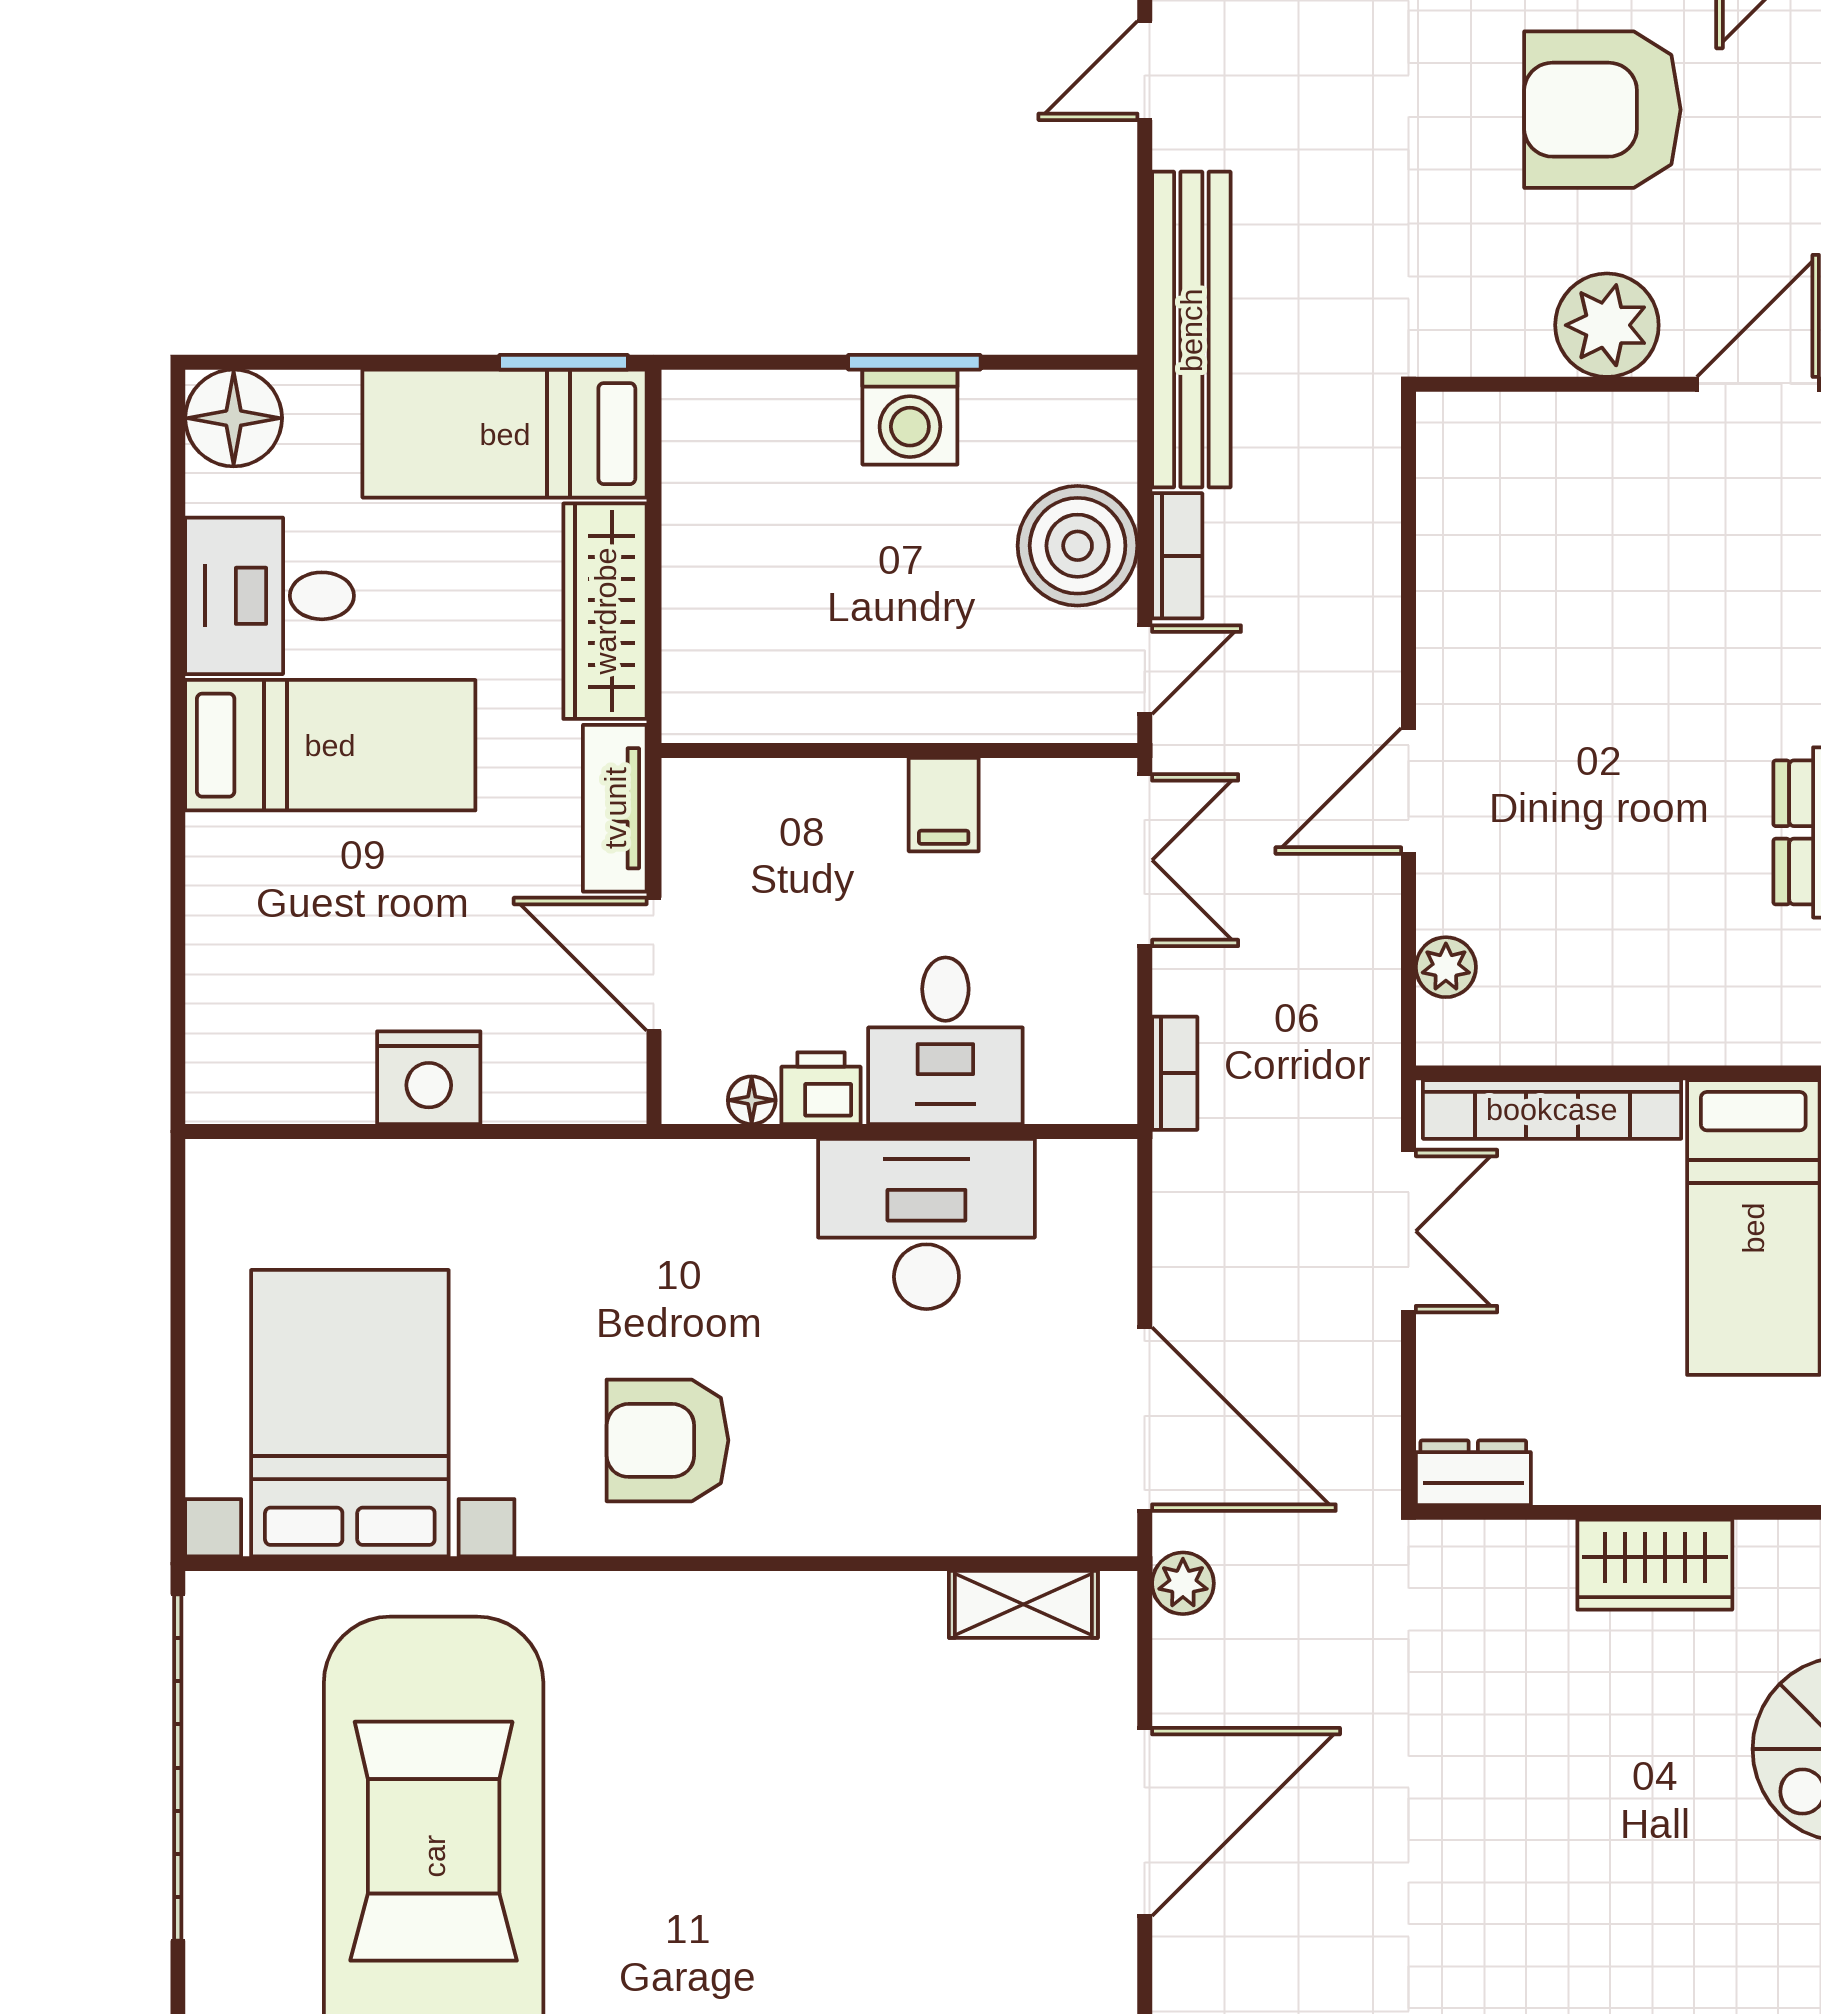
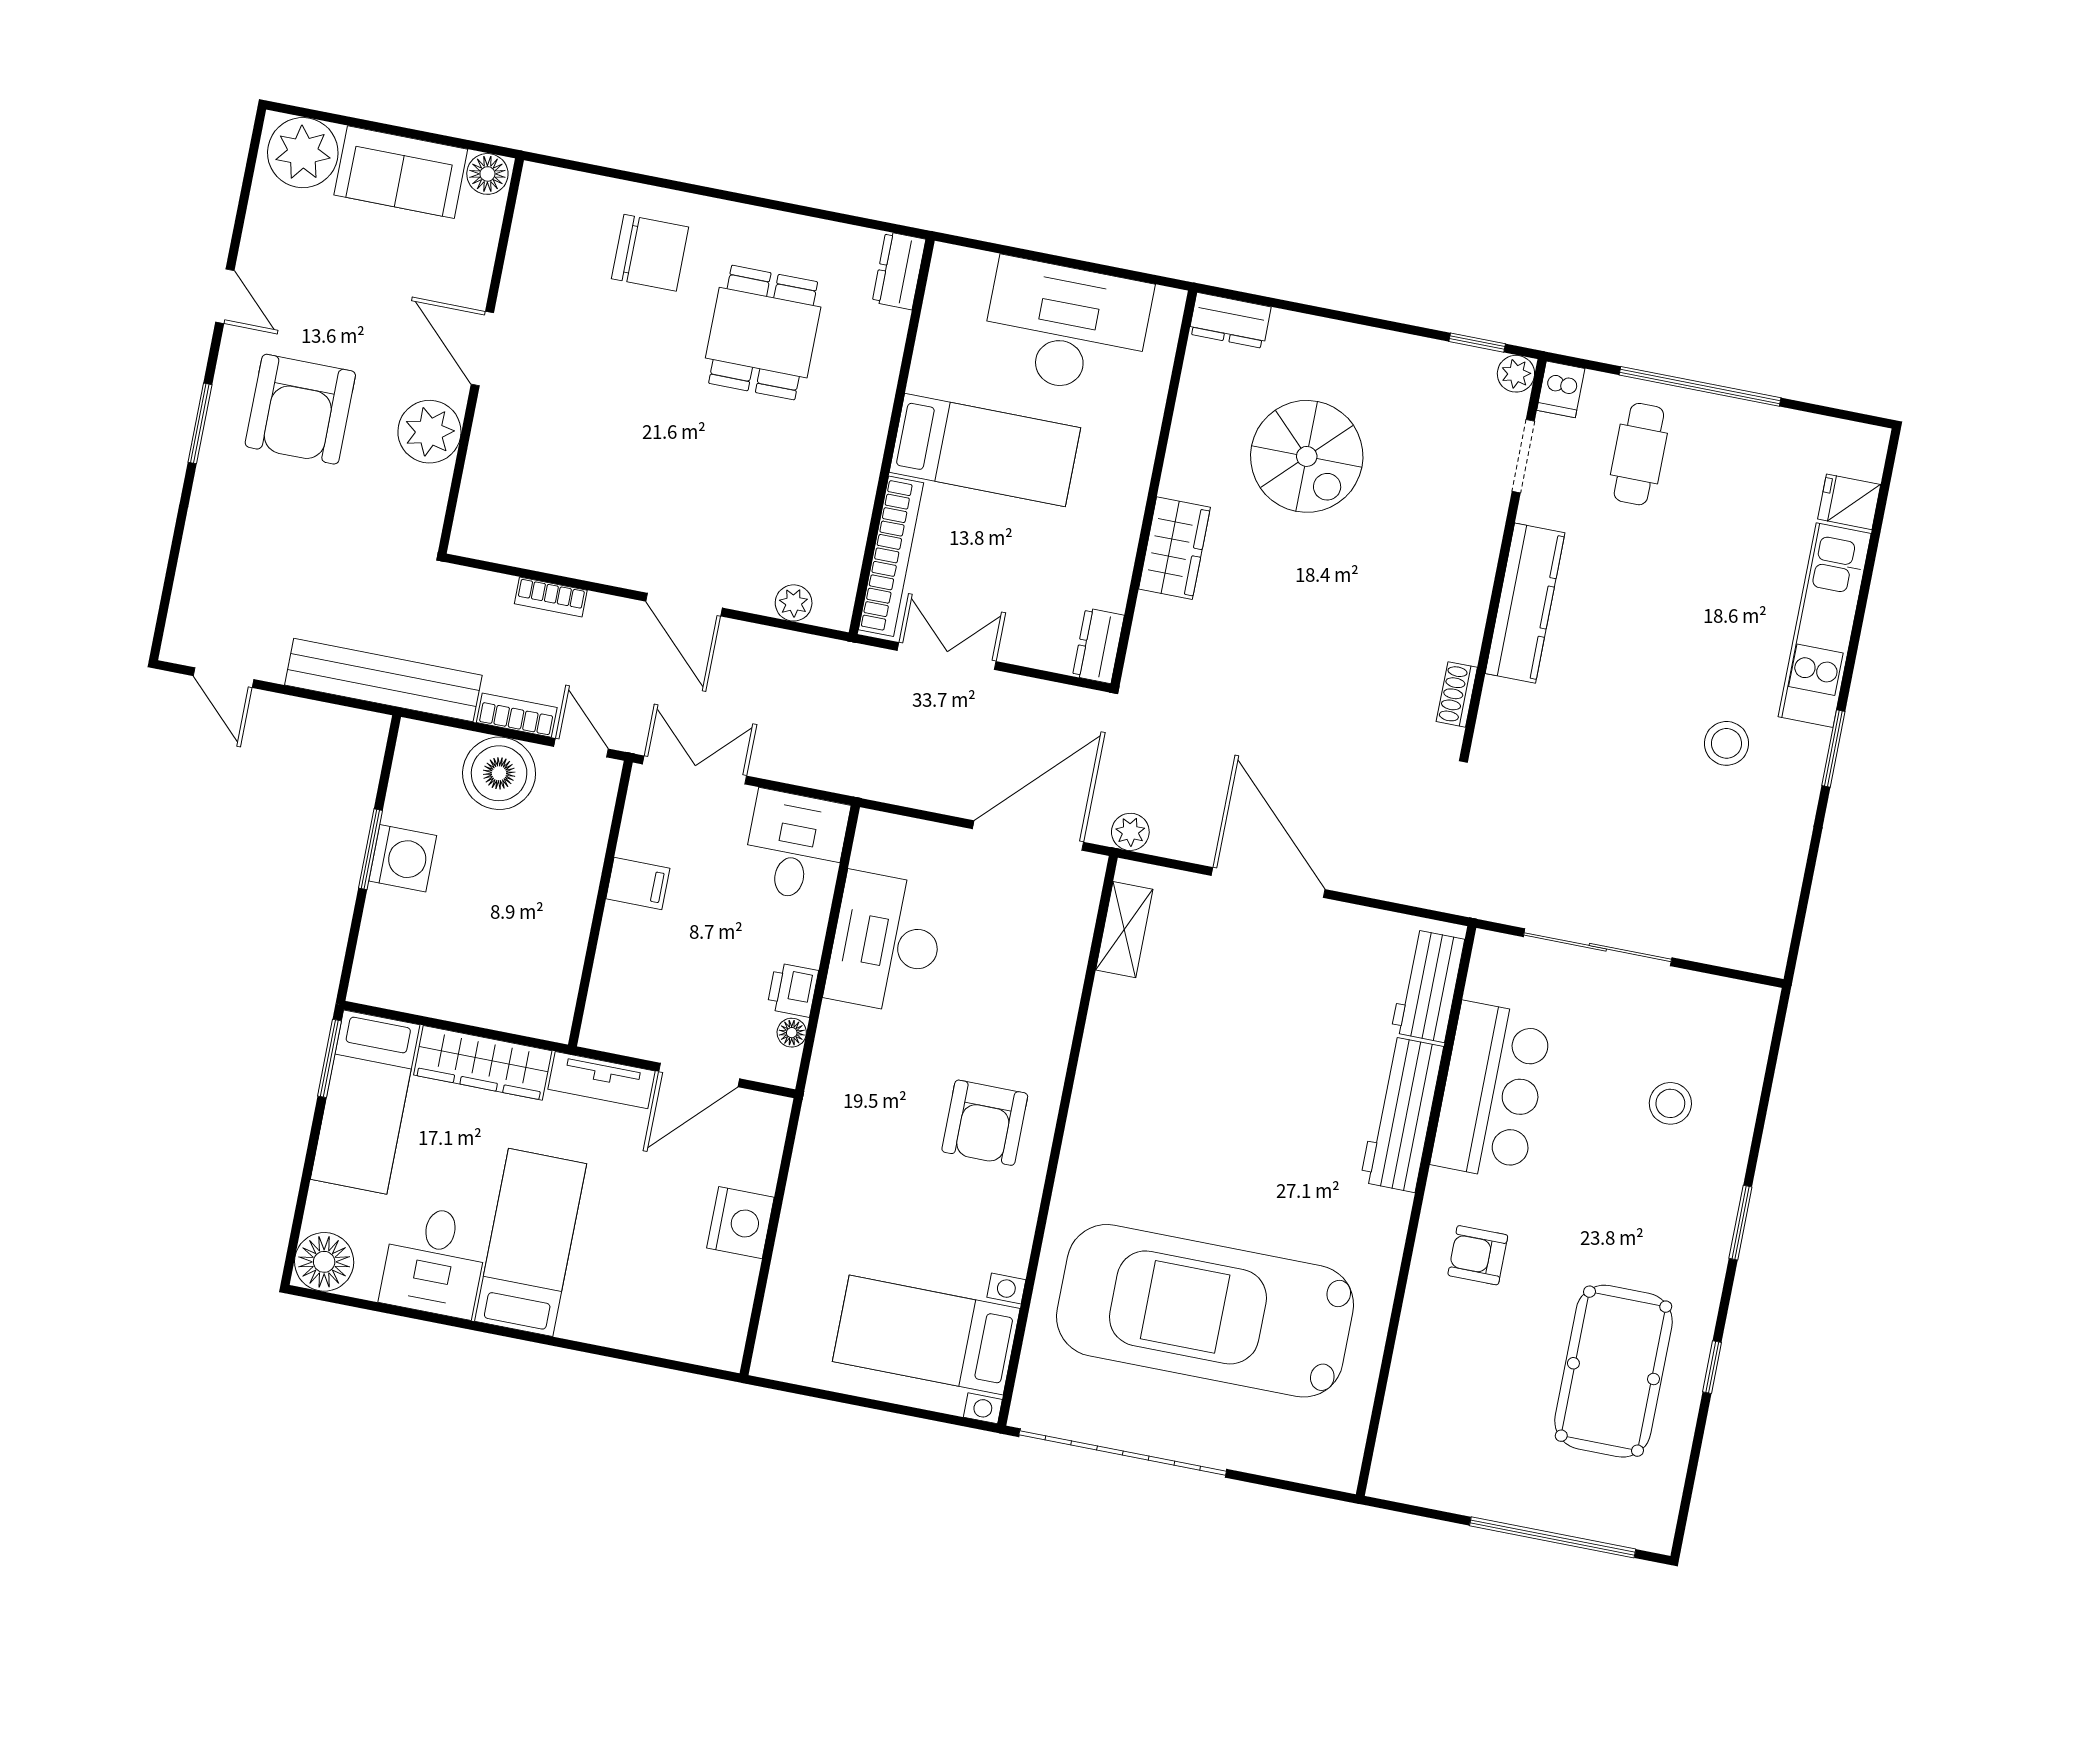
desk: (945, 1041) -> (795, 846), moved, turned -90
bookcase: (1175, 1073) -> (551, 597), moved, turned 180
bed with nightstands: (350, 1413) -> (926, 1335), width x0.73

